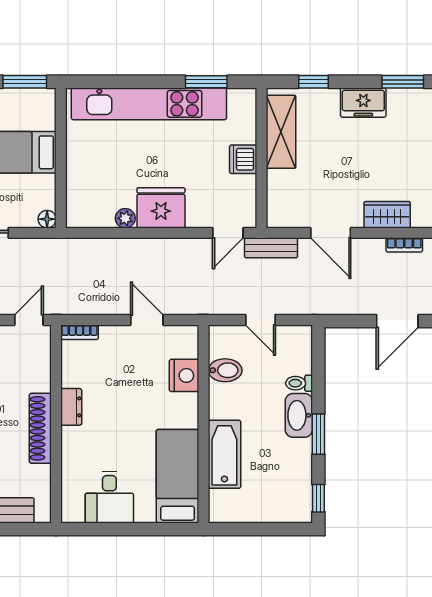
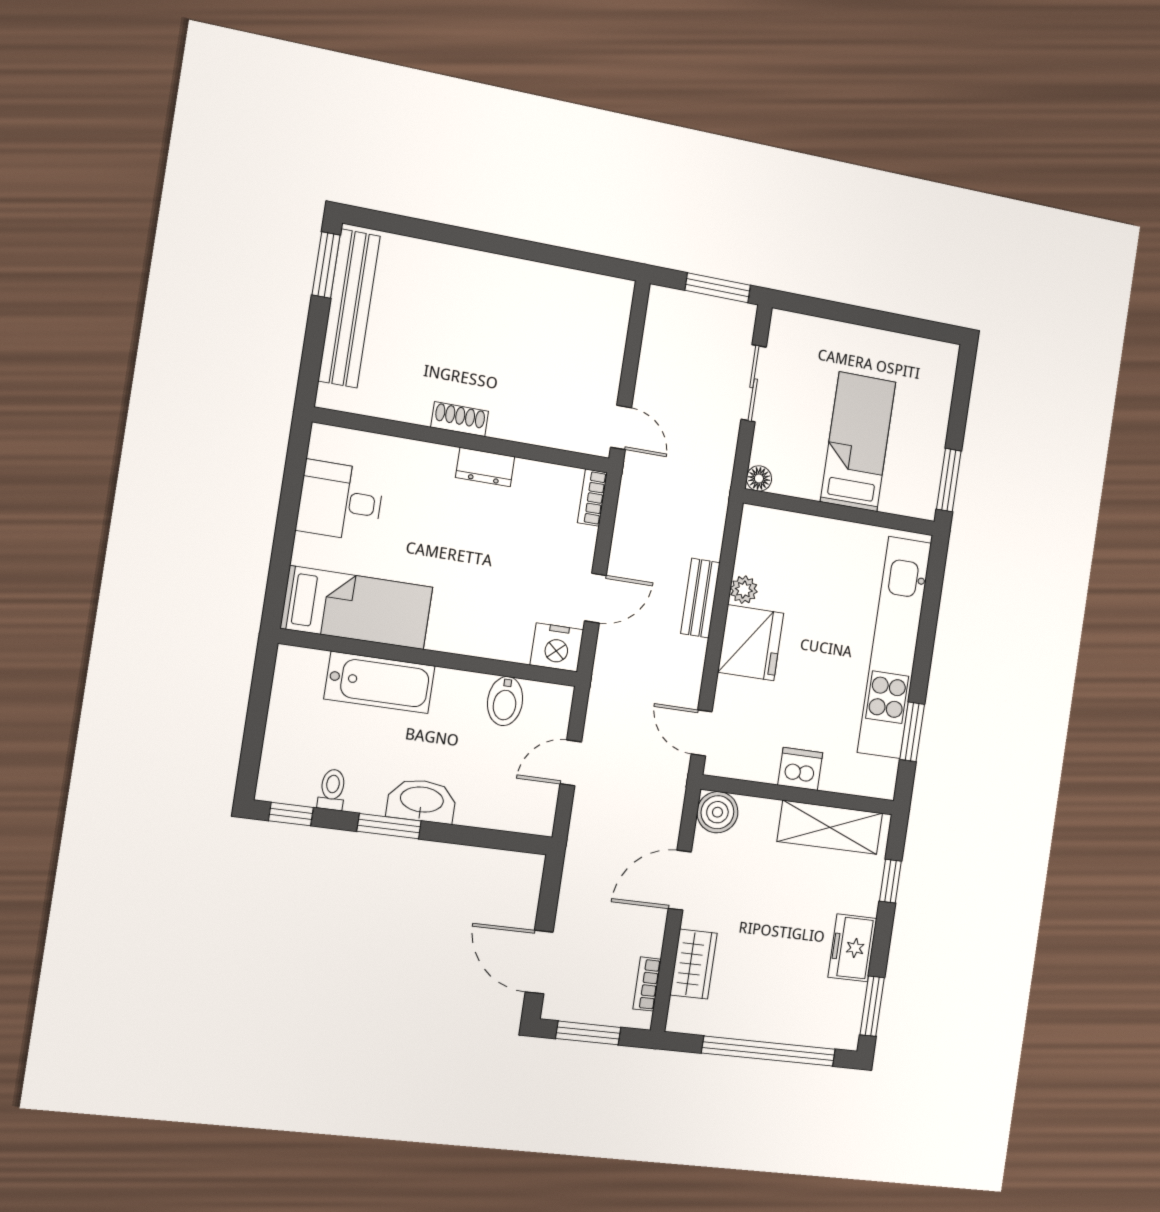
boiler: (281, 214) -> (717, 812), added
bench: (271, 248) -> (700, 598), moved
nightstand: (184, 375) -> (557, 647), moved
toilet: (299, 383) -> (332, 790), moved
shoe rack: (40, 428) -> (460, 419), width x0.51, depth x0.81

